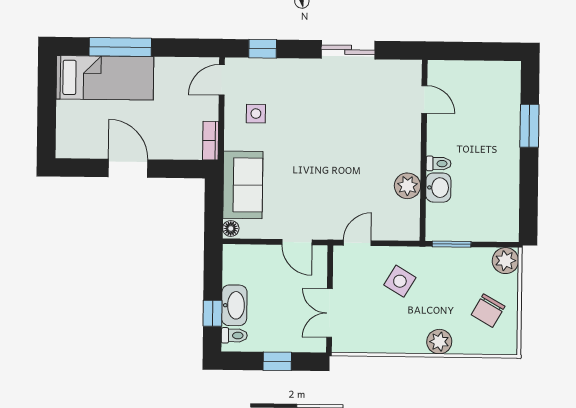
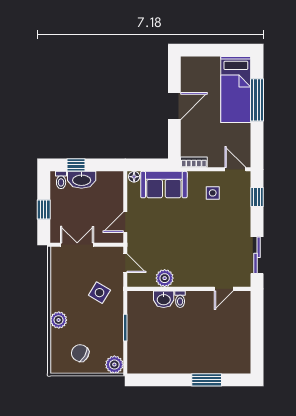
door: (424, 99) -> (224, 289), moved
wall: (424, 150) -> (189, 289), moved
toilet: (439, 164) -> (180, 299), moved
plant: (407, 186) -> (165, 278), moved
washbasin: (438, 188) -> (164, 299), moved

